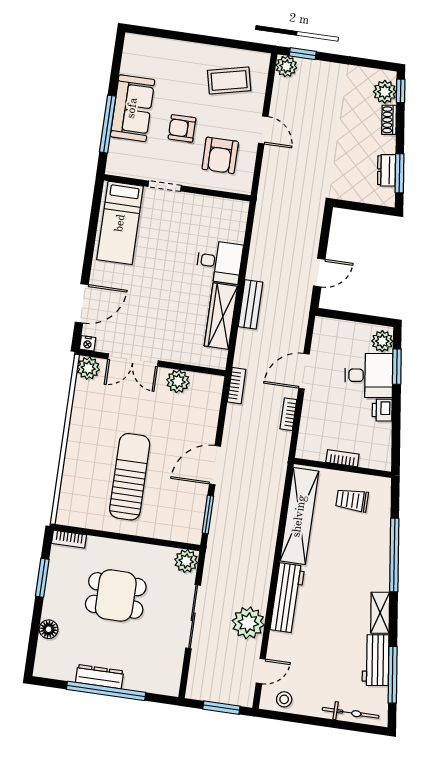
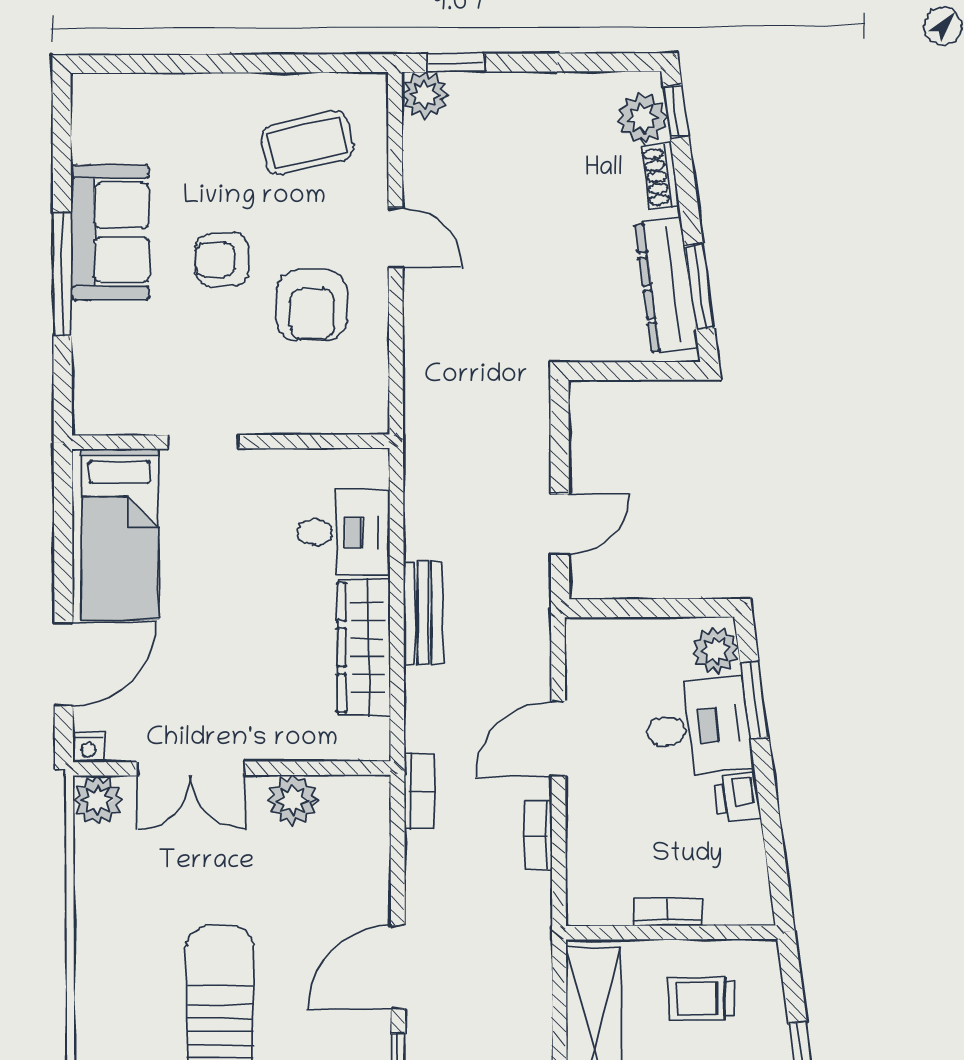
dresser: (387, 170) -> (666, 285), width x1.96, depth x1.24
doorway: (165, 186) -> (203, 442), moved
wall: (177, 188) -> (231, 442), moved
bed: (120, 223) -> (120, 534), moved

